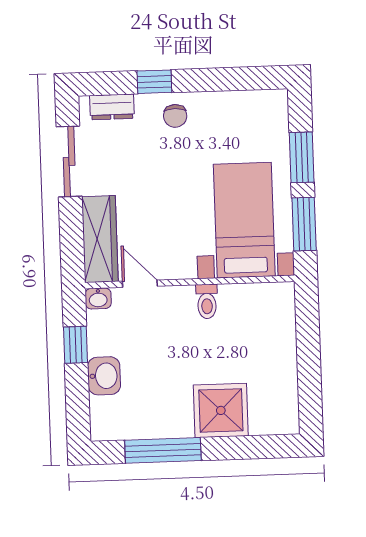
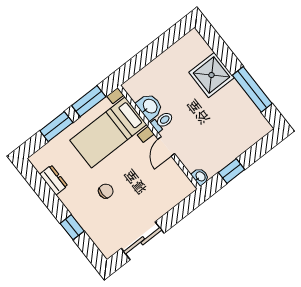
dresser: (112, 107) -> (54, 180), moved
chair: (175, 116) -> (106, 191), moved
wardrobe: (100, 239) -> (170, 197), removed
door: (140, 284) -> (166, 146), moved
washbasin: (104, 376) -> (150, 106), moved, turned 90

